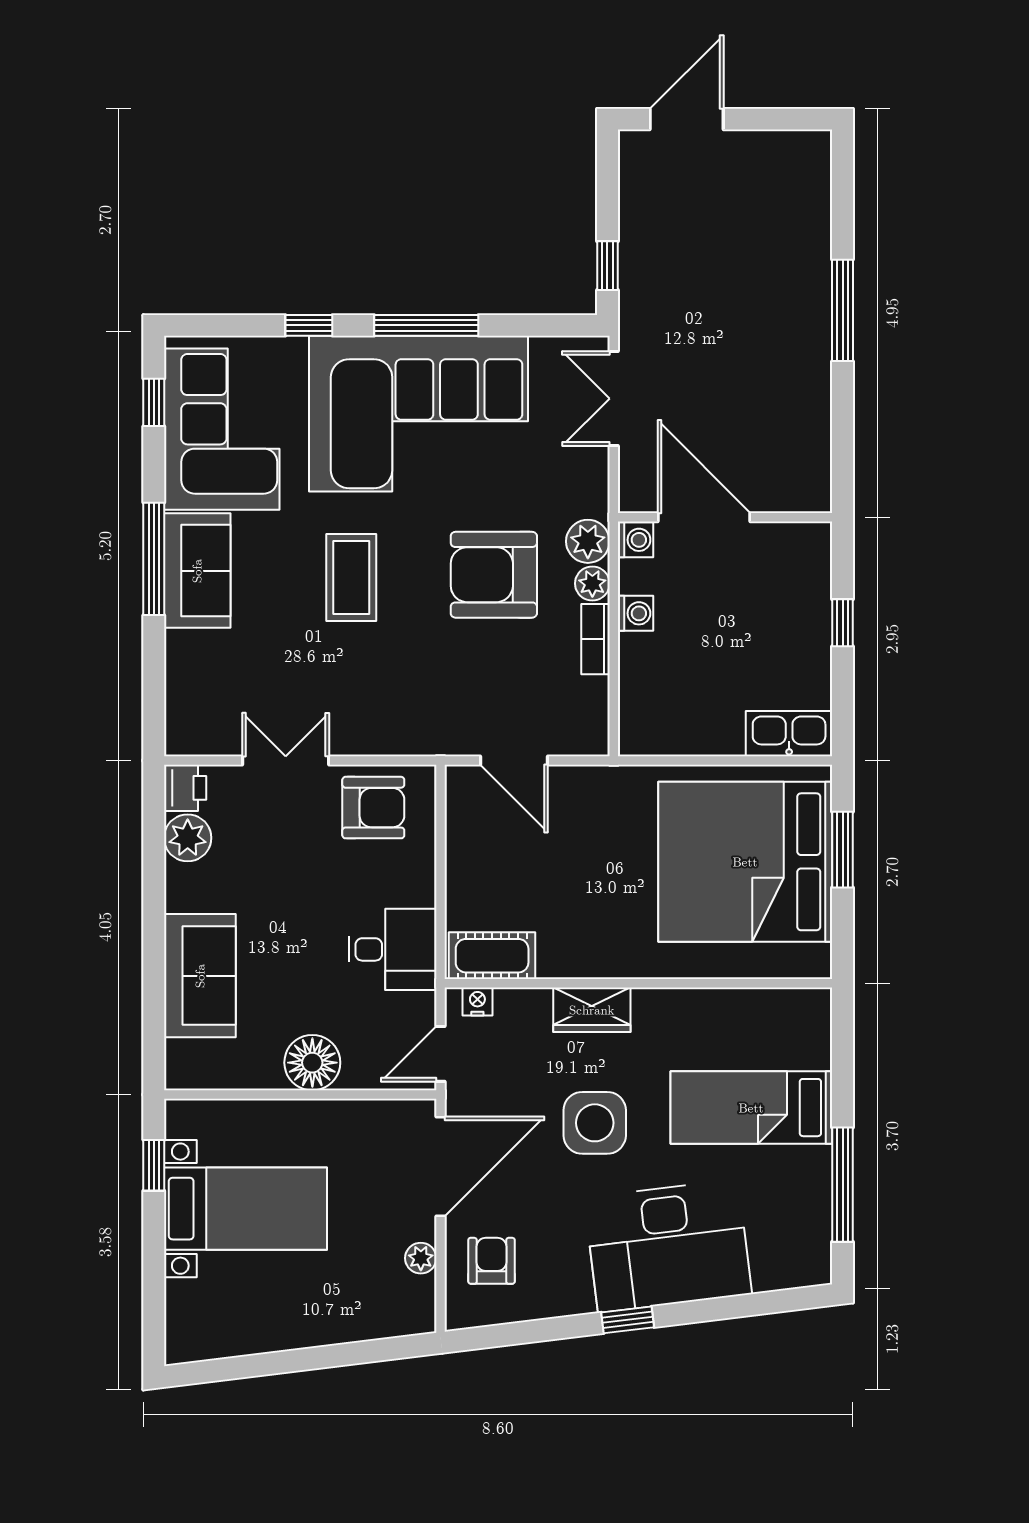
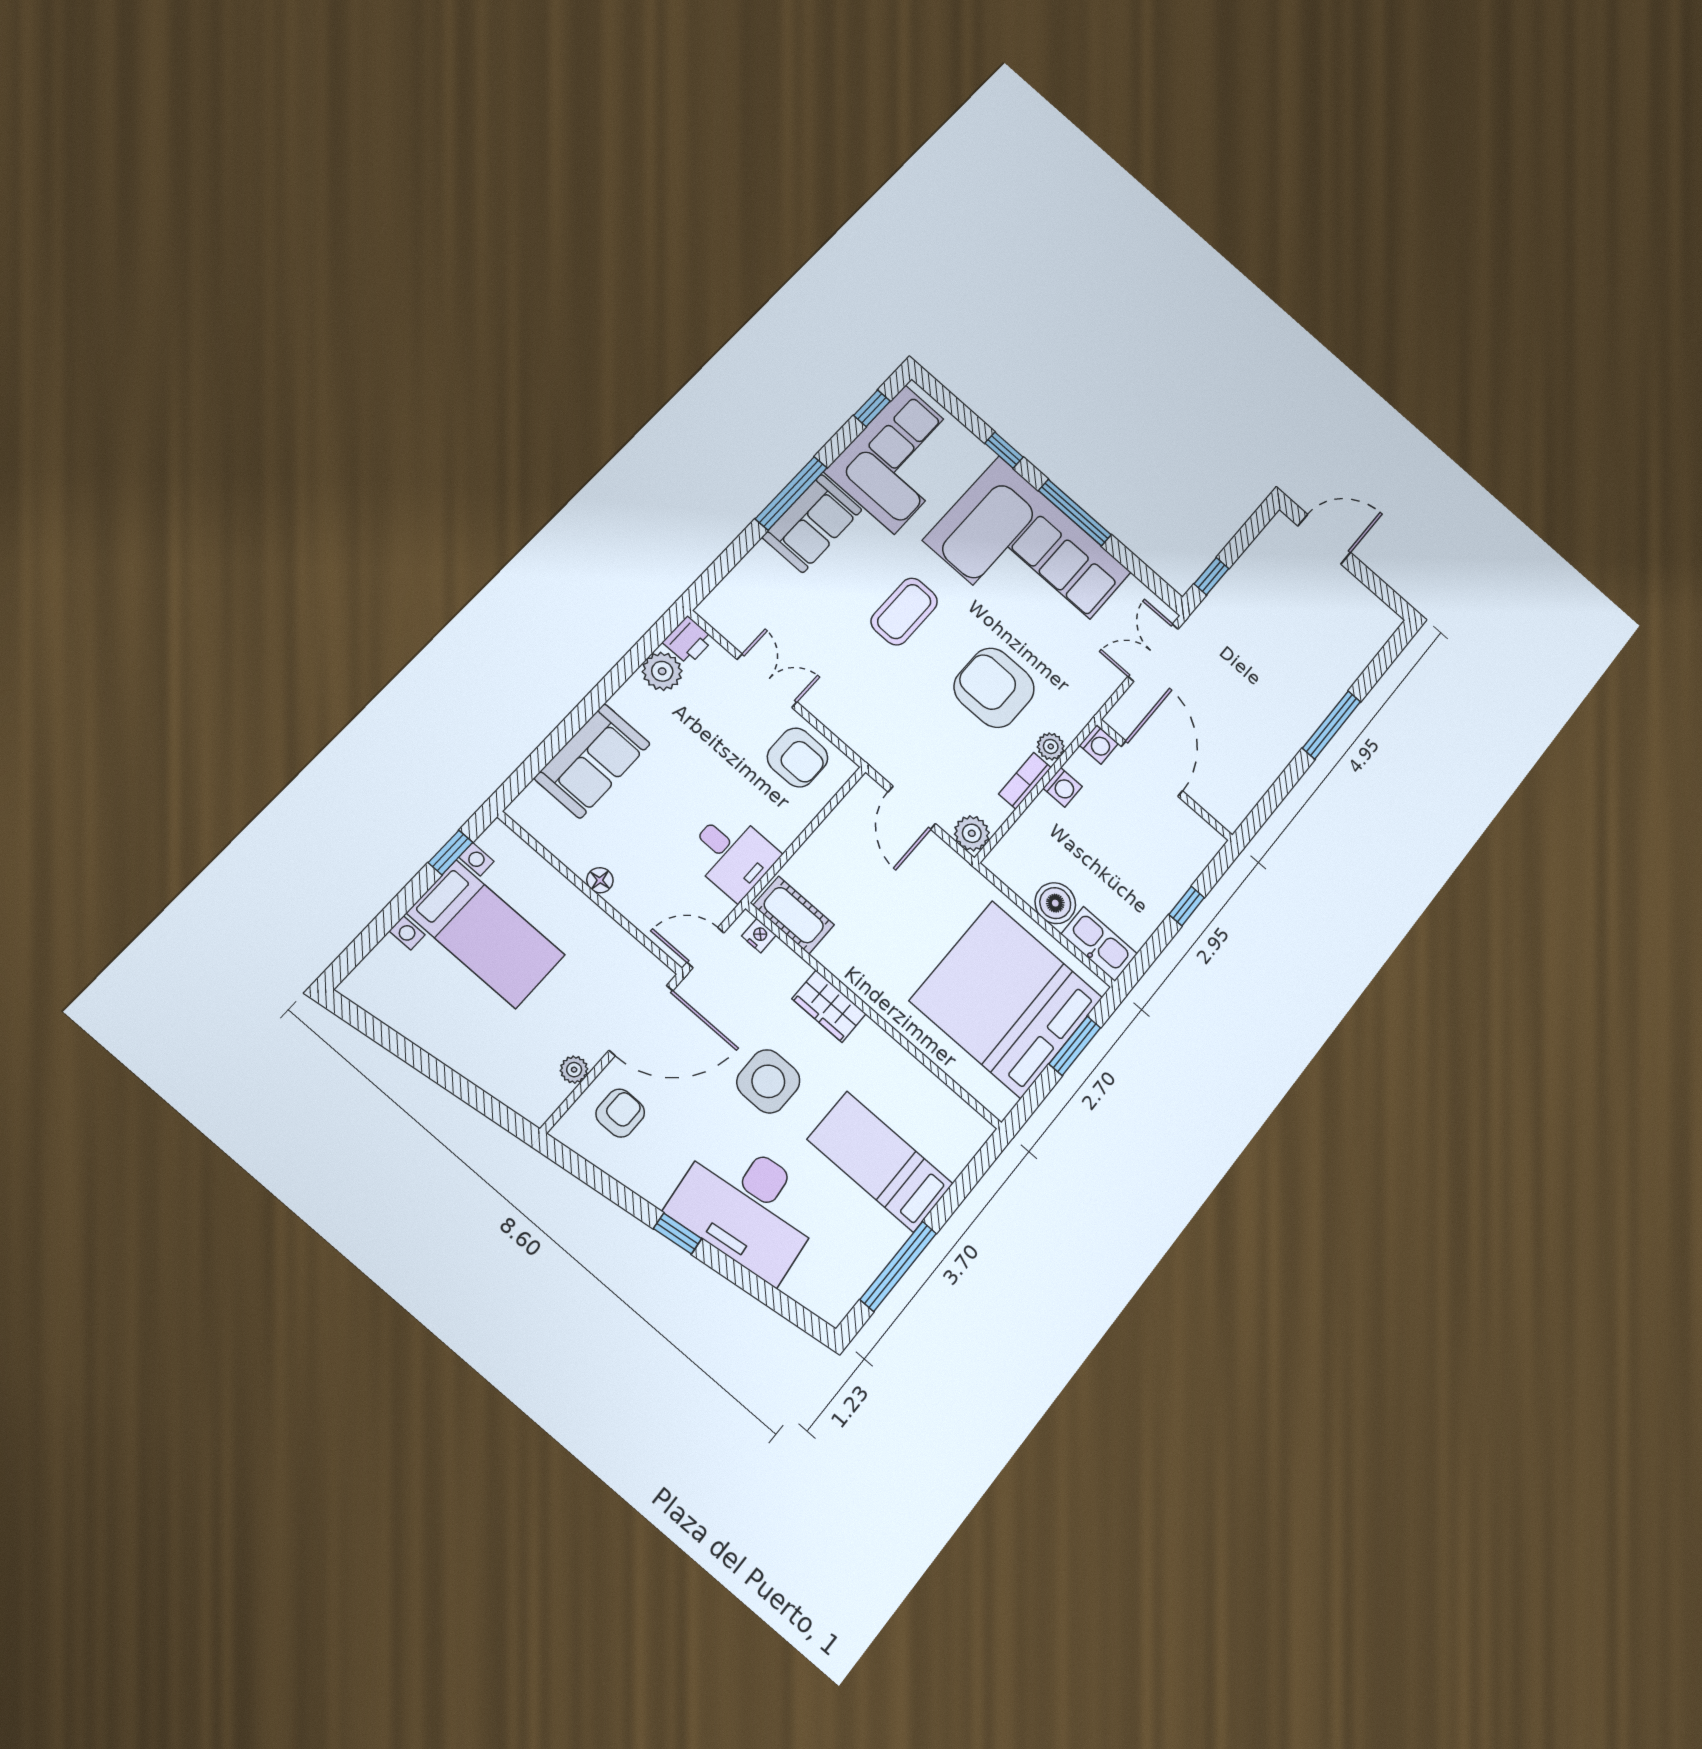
plant: (588, 541) -> (972, 833), moved
boiler: (718, 731) -> (1055, 903), added
floor lamp: (312, 1063) -> (600, 880), width x0.53, depth x0.53

